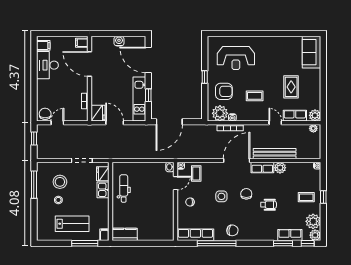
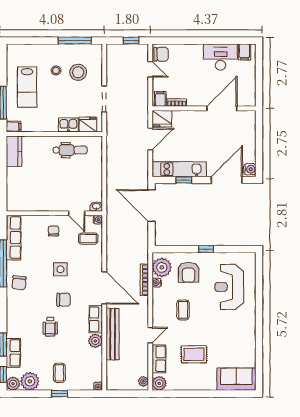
water cooler: (119, 41) -> (250, 169), moved
filing cabinet: (82, 43) -> (160, 99), moved

